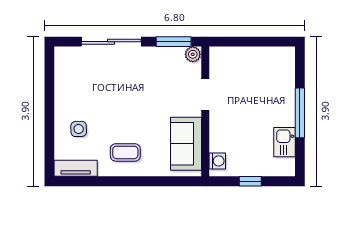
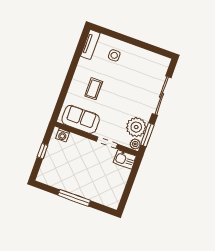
plant: (169, 61) -> (136, 127), added
kitchen sink: (284, 142) -> (125, 159), moved, turned 180
coffee table: (125, 152) -> (94, 89), moved

